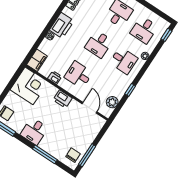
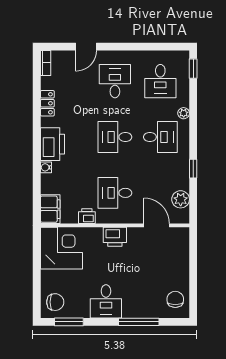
desk: (99, 44) -> (115, 137), turned 90
window: (87, 155) -> (193, 288), removed

